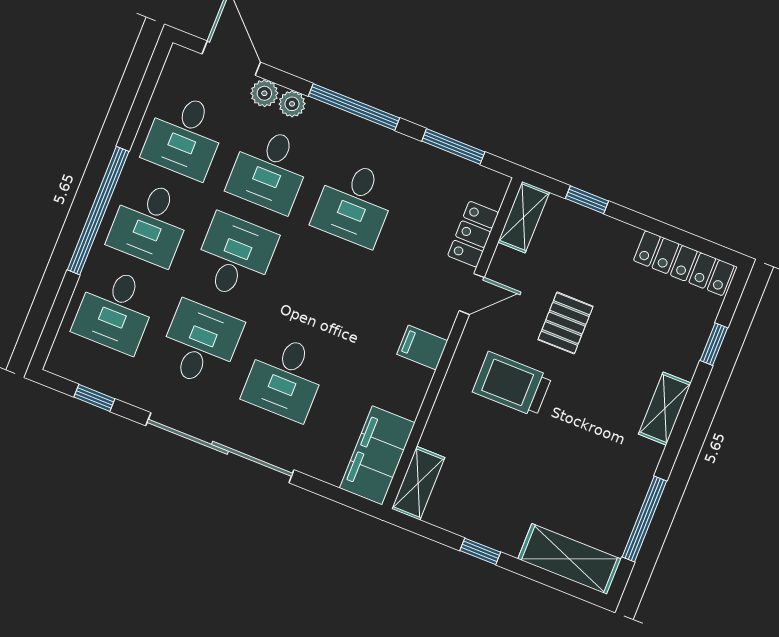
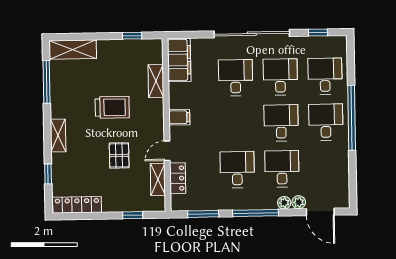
desk: (185, 136) -> (327, 168), removed
shelving: (524, 217) -> (158, 179), moved
desk: (235, 257) -> (281, 123), turned 180
desk: (200, 344) -> (280, 77), turned 180
trolley: (512, 384) -> (112, 107), moved
shelving: (418, 483) -> (156, 81), moved
window: (480, 551) -> (132, 36), moved

